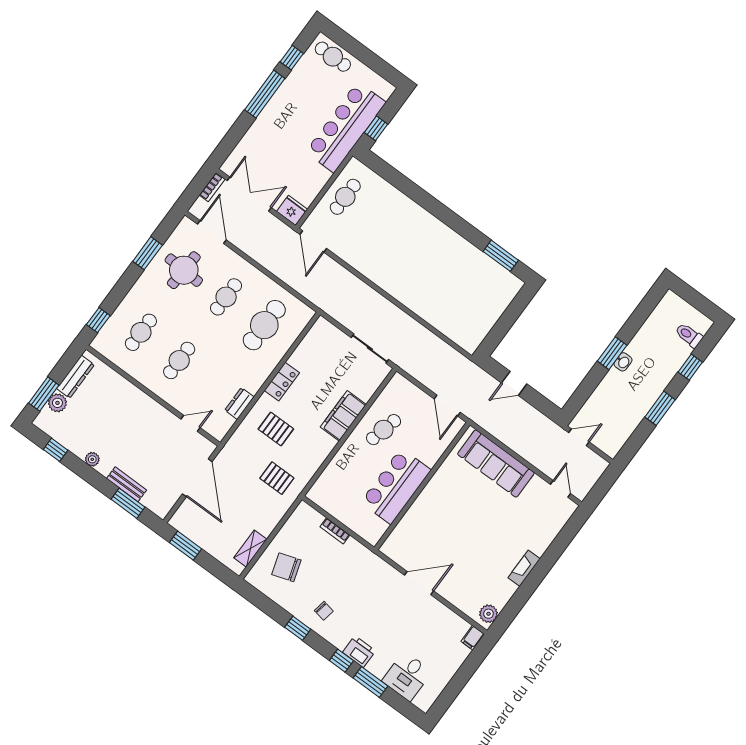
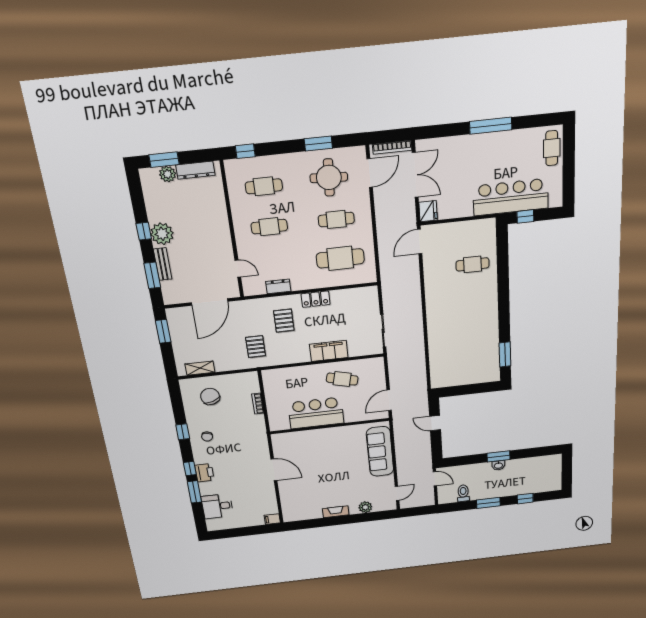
window: (292, 58) -> (530, 122), removed
bookcase: (212, 187) -> (392, 147), width x1.56
cafe table: (345, 197) -> (473, 264), moved
toilet: (689, 335) -> (463, 493), moved
window: (56, 450) -> (144, 231), moved
plant: (92, 459) -> (162, 234), width x1.88, depth x1.88
plant: (489, 614) -> (365, 507), moved

